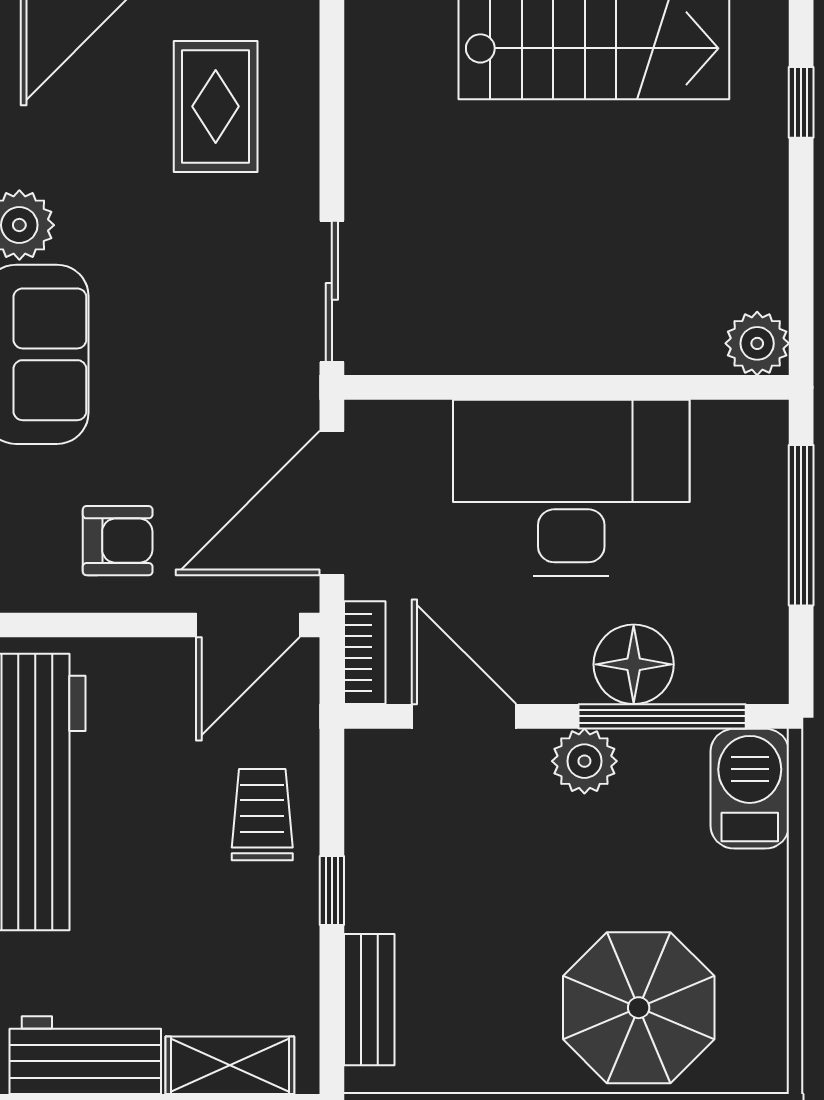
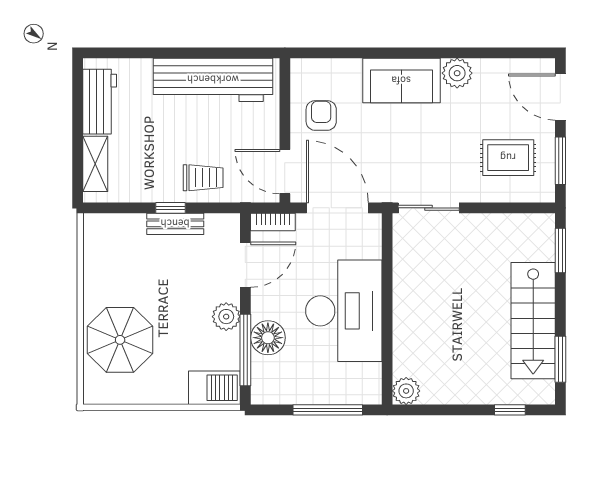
armchair: (118, 541) -> (321, 115), turned 180
bench: (369, 1000) -> (175, 224), moved

